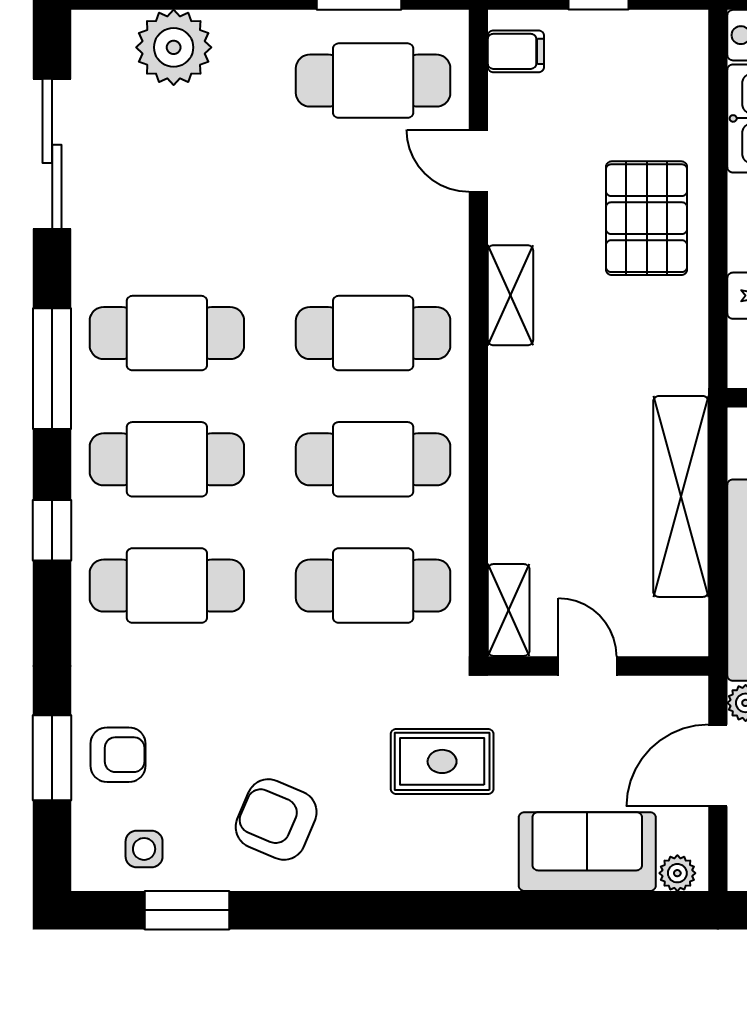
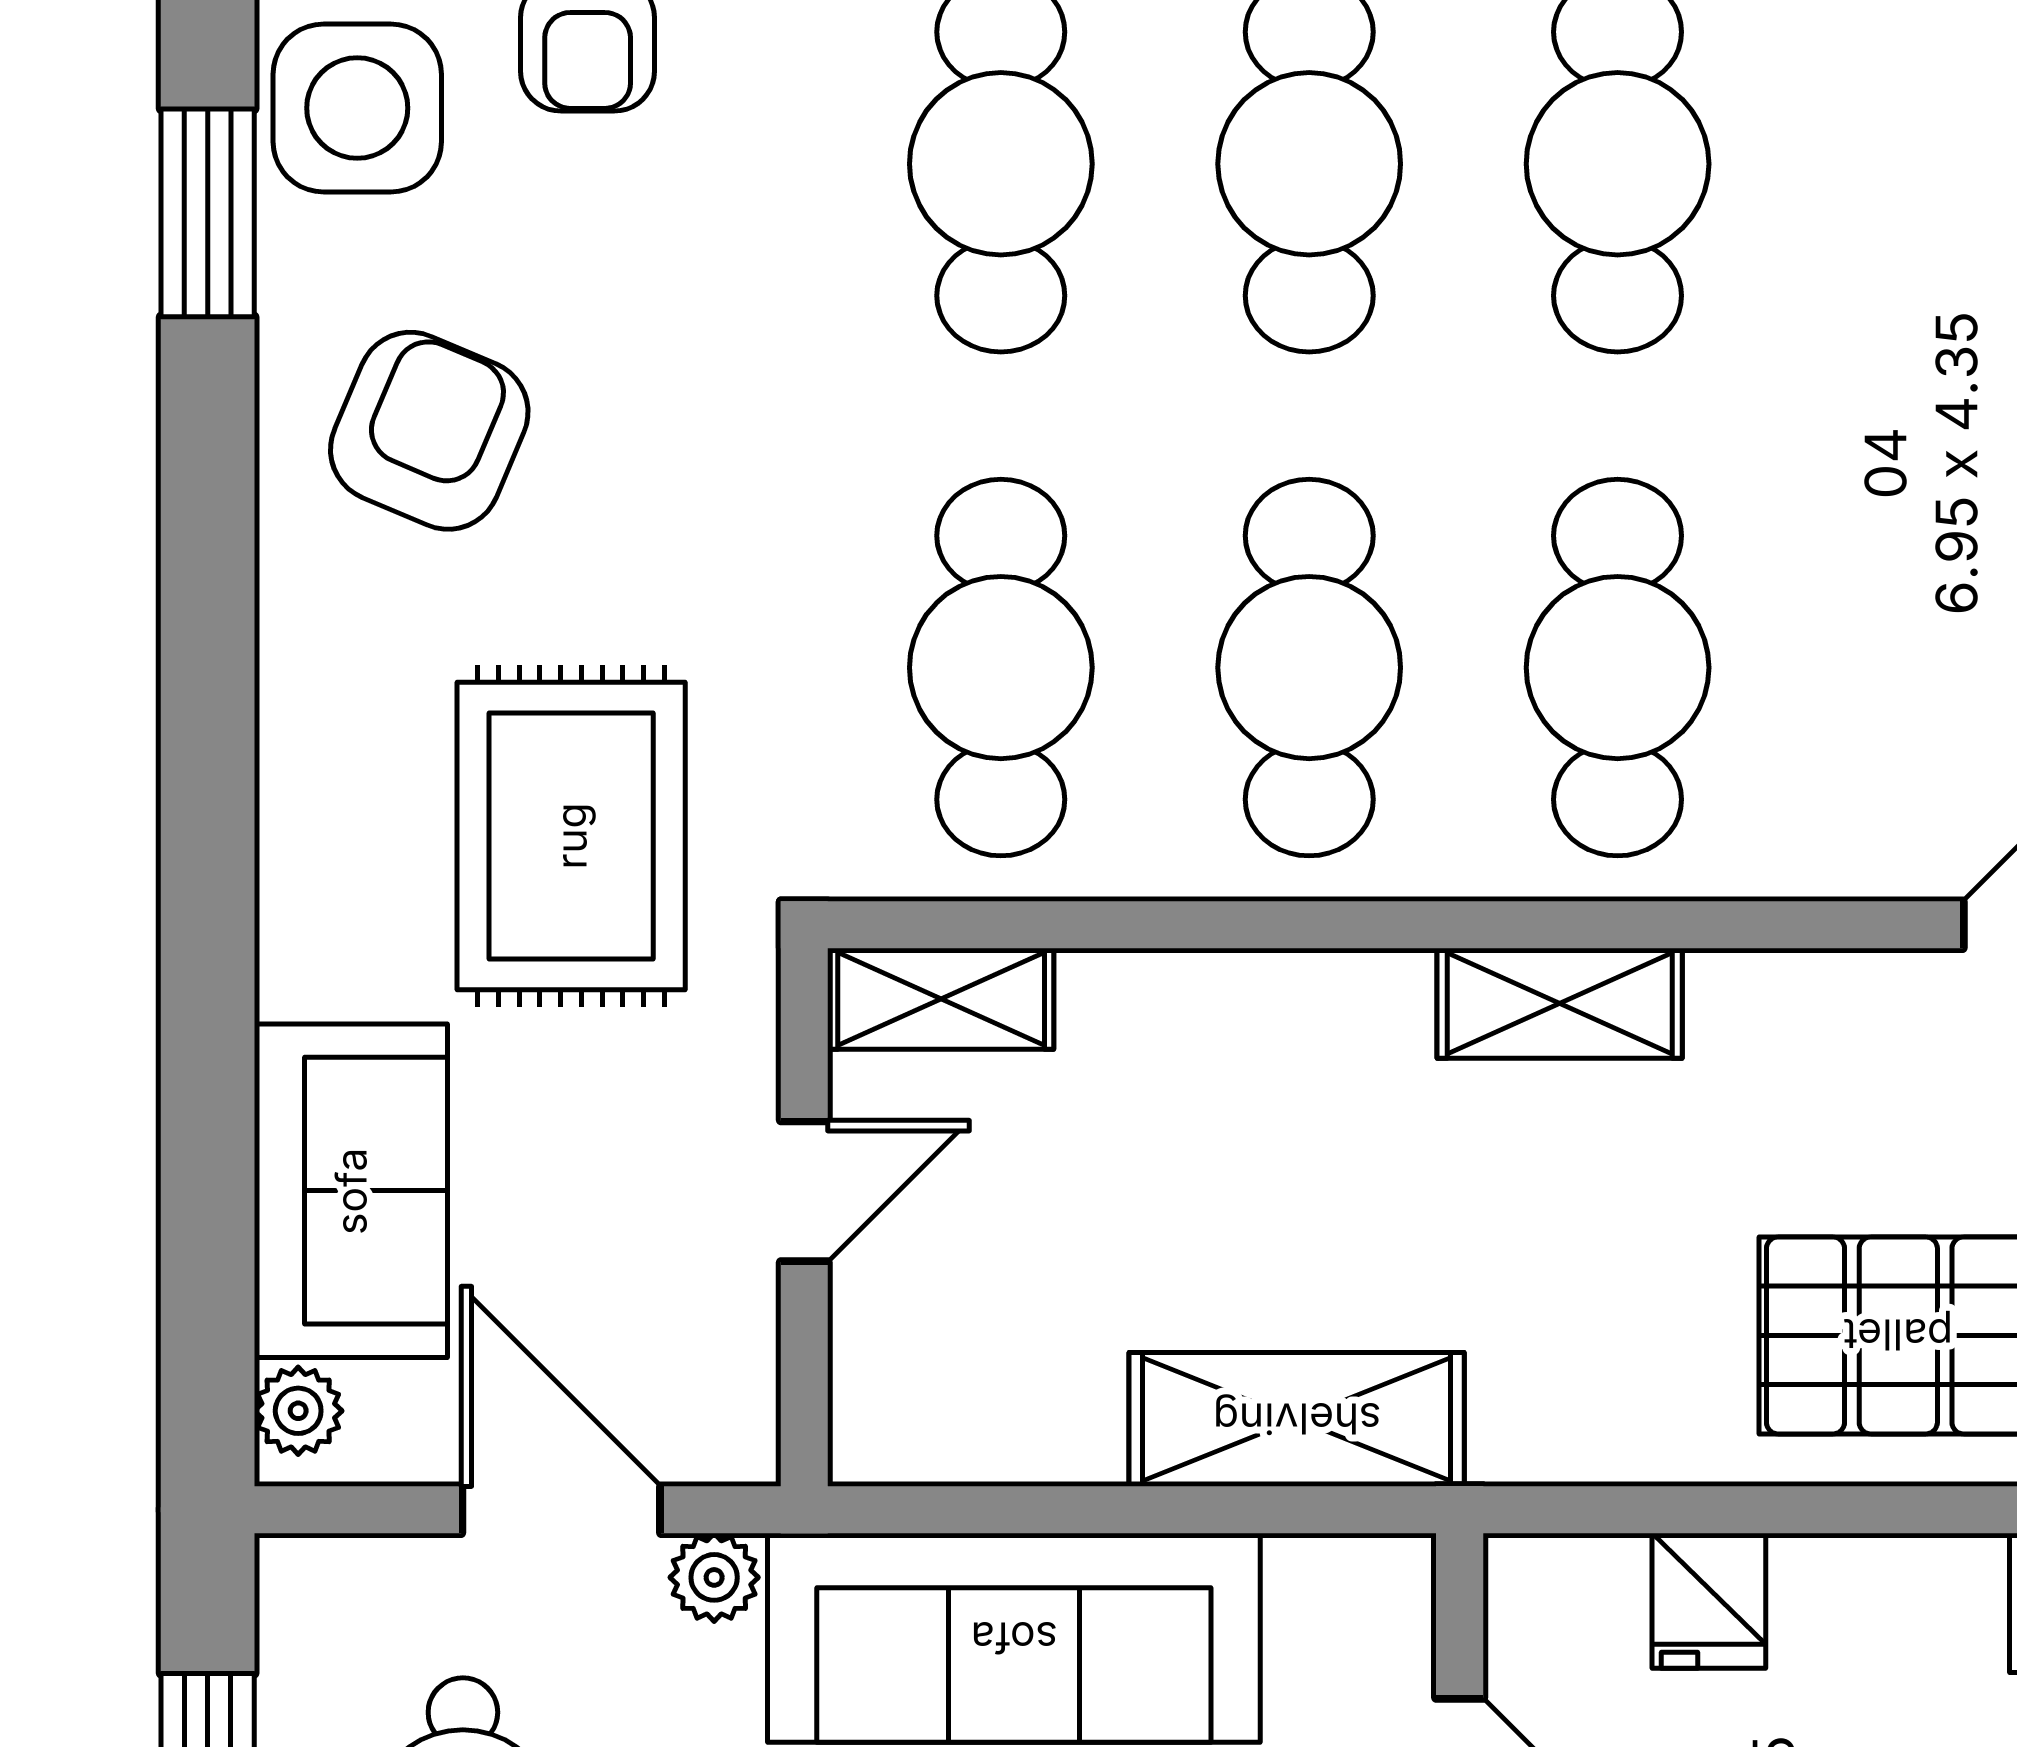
shelving: (510, 295) -> (1560, 1003), moved
shelving: (681, 496) -> (1297, 1419), width x0.68
rug: (442, 761) -> (571, 836), width x1.36, depth x1.43
side table: (144, 849) -> (357, 108), width x1.87, depth x1.87

